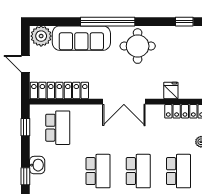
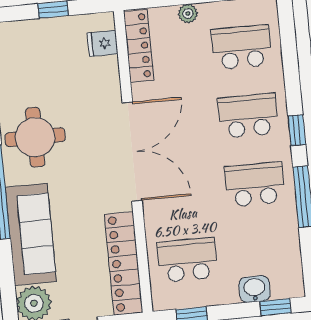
fridge: (171, 90) -> (102, 43), moved
double door: (124, 102) -> (132, 152), width x1.36

